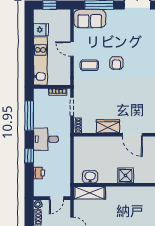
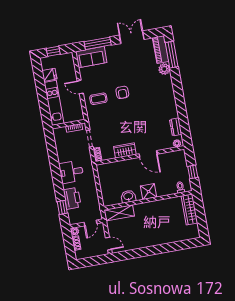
window: (29, 116) -> (53, 154), removed
window: (29, 156) -> (62, 207), moved
printer: (39, 173) -> (72, 198), width x1.87, depth x1.48
washbasin: (90, 177) -> (128, 196), moved

